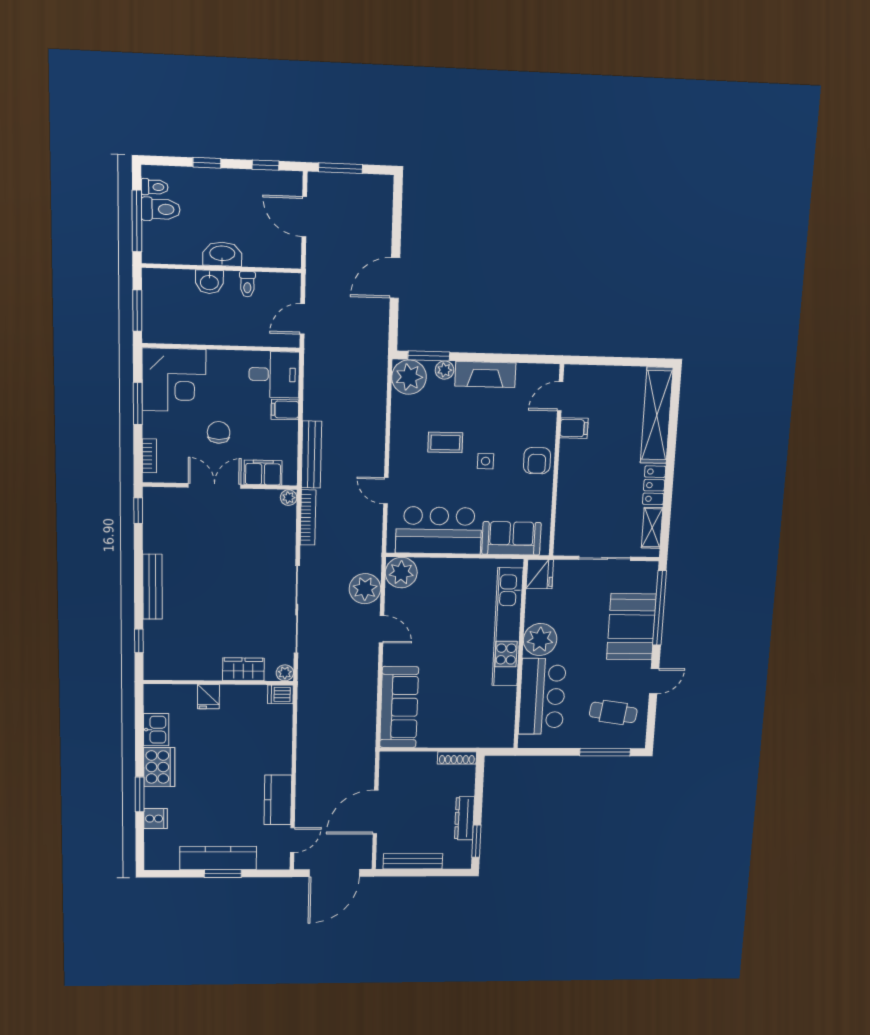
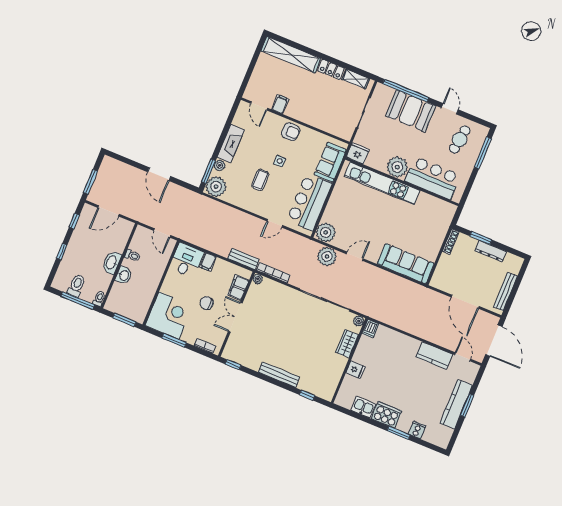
toilet: (155, 187) -> (99, 299), moved
bench: (311, 455) -> (243, 259), width x0.73
window: (476, 841) -> (481, 238), moved

